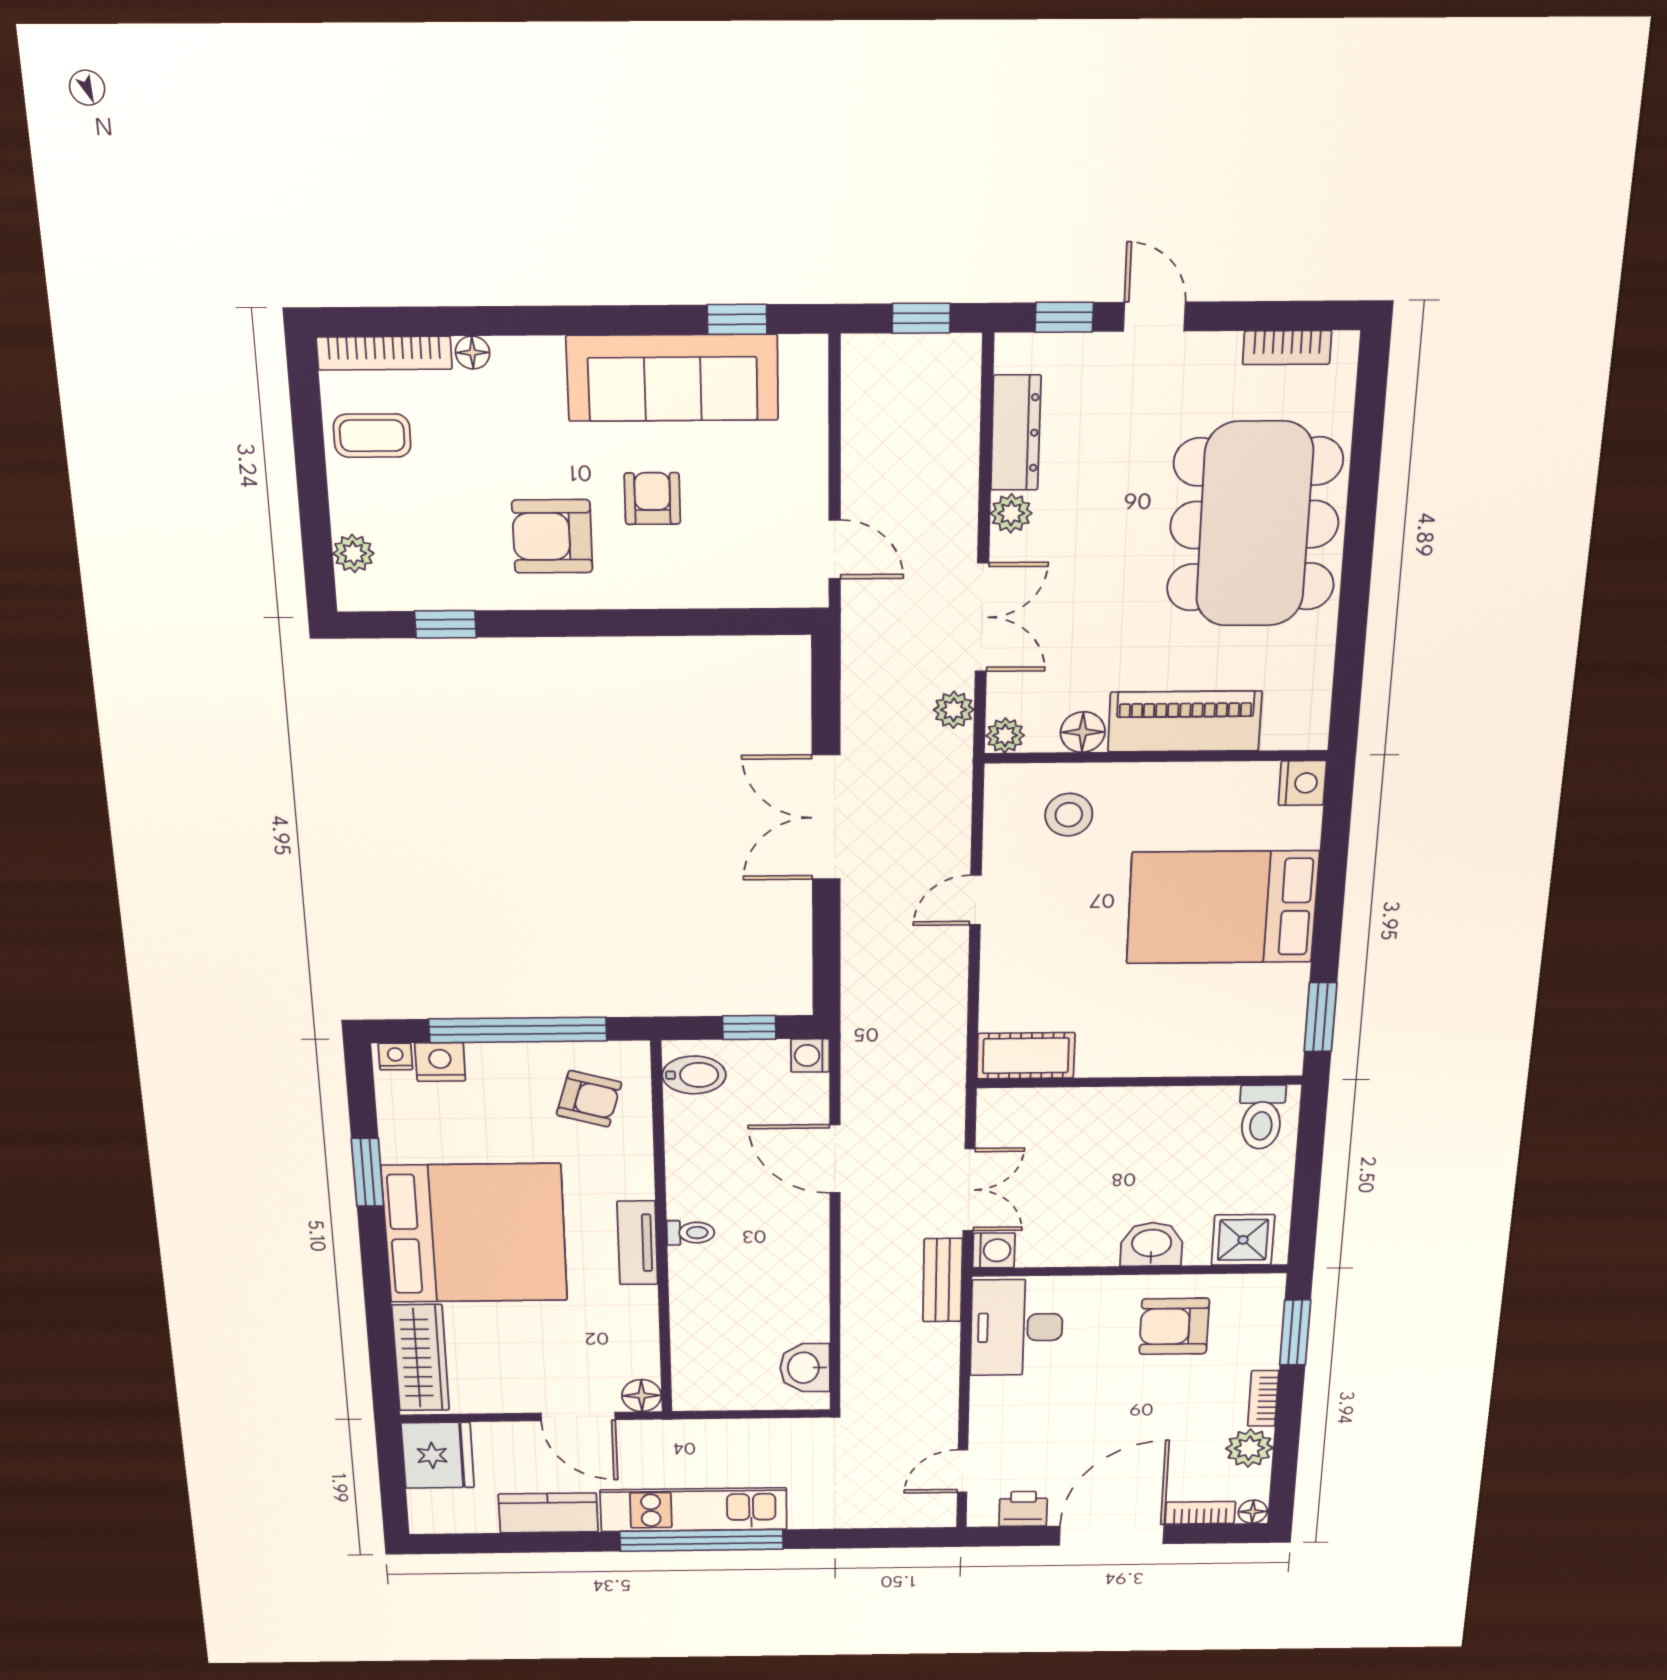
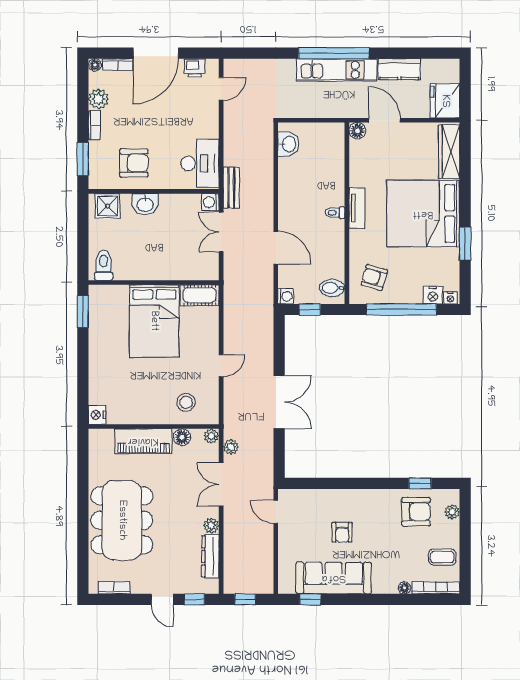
armchair: (552, 536) -> (416, 512), moved
bed: (1222, 907) -> (154, 321), moved, turned 90

